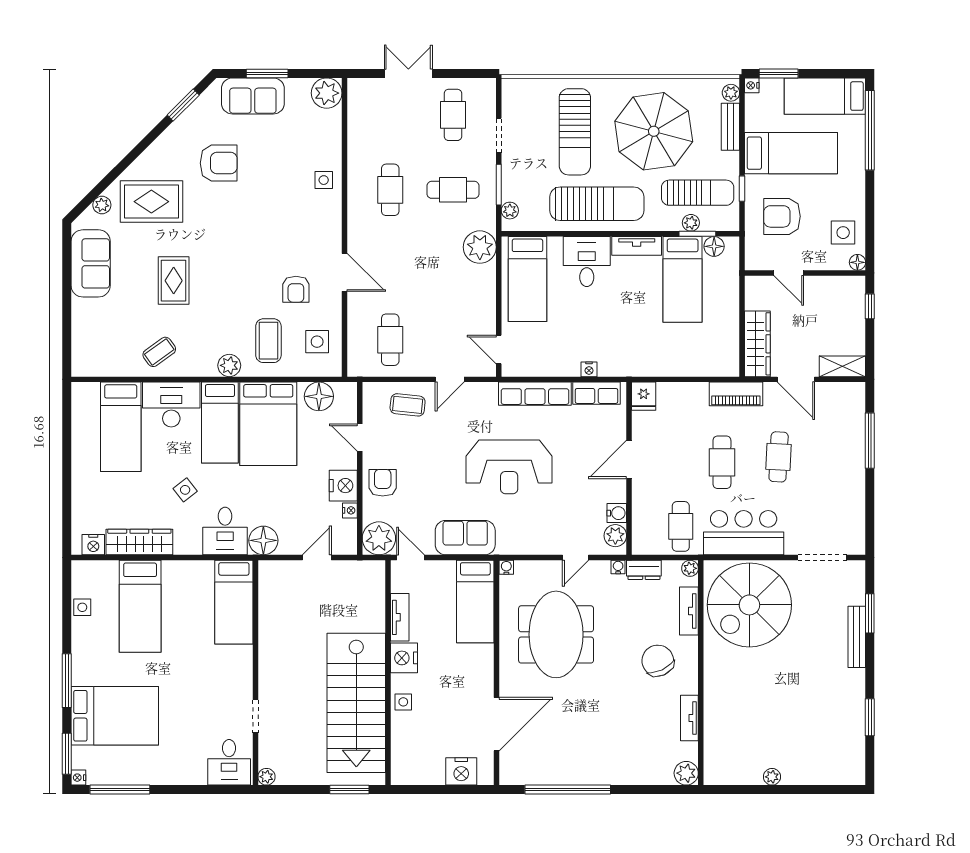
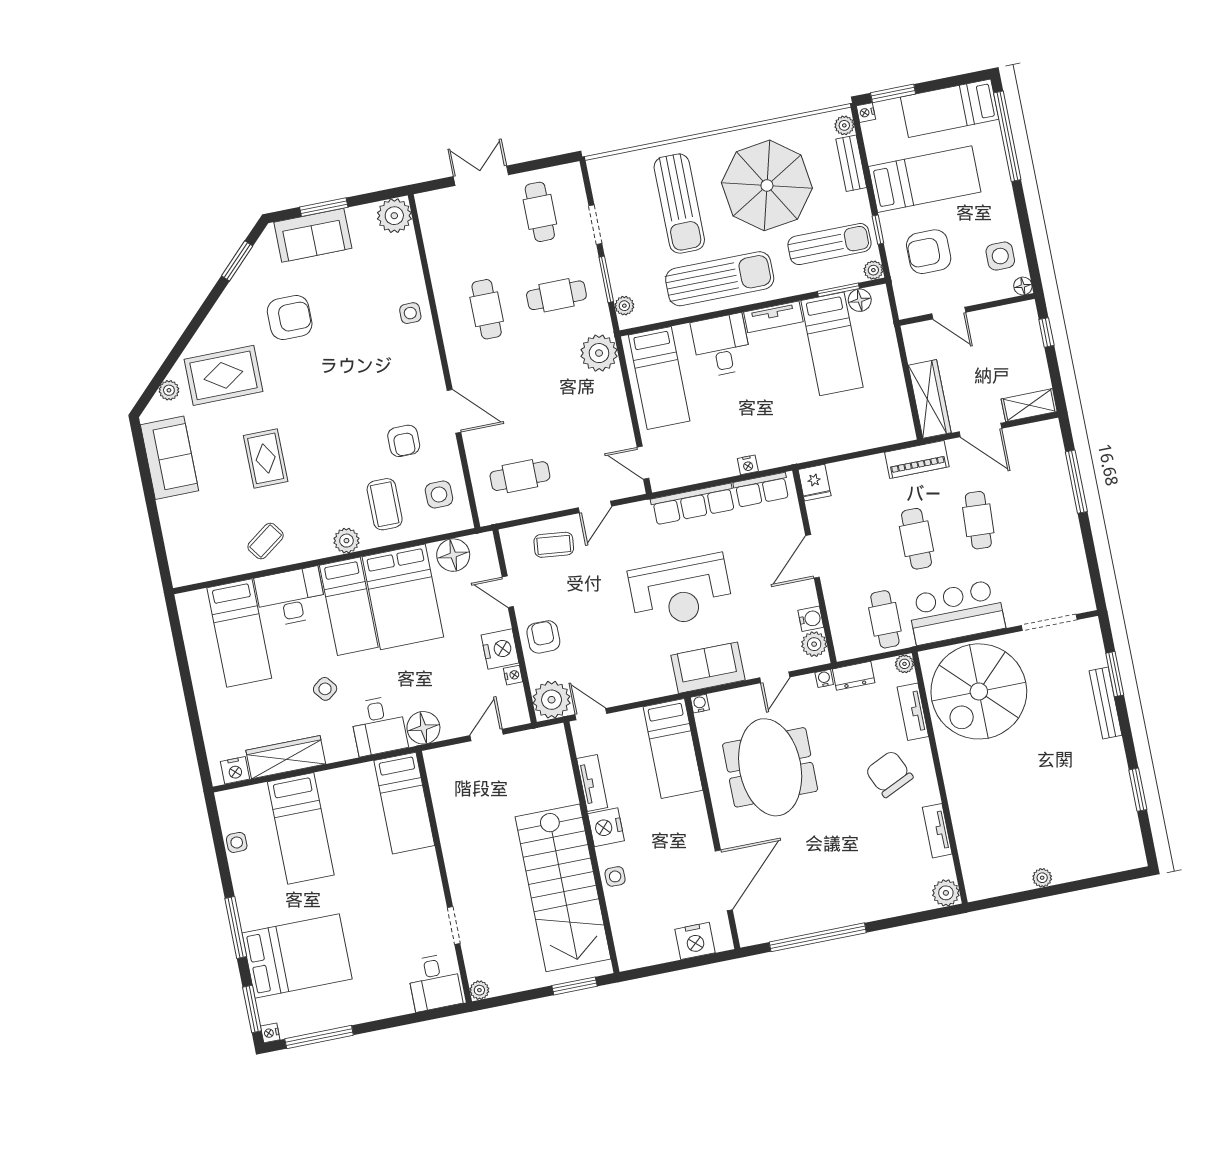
plant: (691, 223) -> (873, 270), moved
cafe table: (390, 340) -> (520, 476), turned 90
sofa: (465, 538) -> (708, 668), moved

